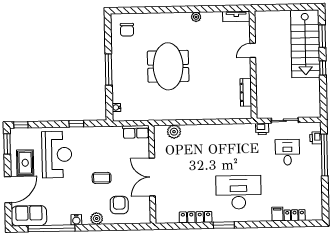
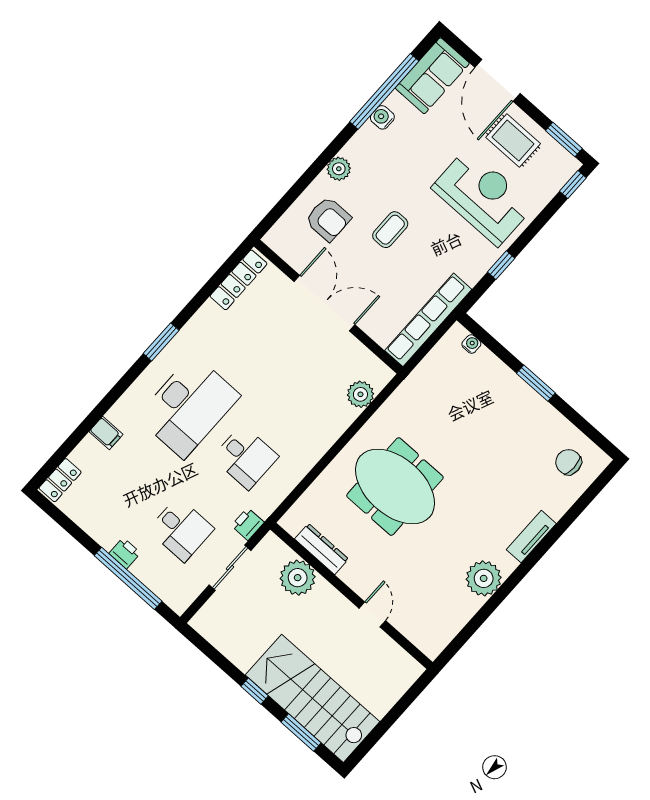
tv unit: (236, 16) -> (531, 537), moved
plant: (196, 17) -> (484, 578), width x1.87, depth x1.87
meeting table: (168, 66) -> (395, 487), moved
window: (109, 69) -> (536, 383), width x0.69
plant: (265, 91) -> (298, 578), added
row of seats: (136, 132) -> (428, 320), width x2.02
printer: (316, 138) -> (125, 553), moved
desk: (238, 153) -> (245, 457), added
reception desk: (57, 155) -> (483, 197), turned 180
locker: (295, 215) -> (60, 480), moved
locker: (196, 217) -> (239, 280), moved
water cooler: (76, 220) -> (382, 117), moved

